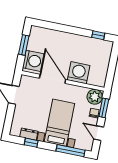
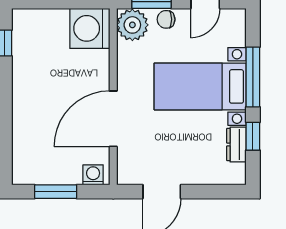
washing machine: (33, 61) -> (93, 175), width x0.53, depth x0.53
washing machine: (79, 73) -> (90, 28), moved
window: (70, 151) -> (253, 77), moved

